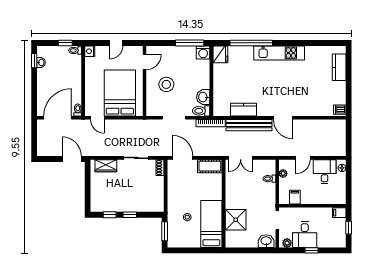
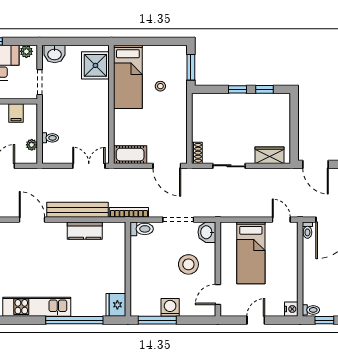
washing machine: (203, 52) -> (170, 307), moved
bed: (120, 93) -> (251, 253), width x0.67
washbasin: (203, 97) -> (207, 232), moved, turned 180
shower: (236, 220) -> (95, 65), moved

